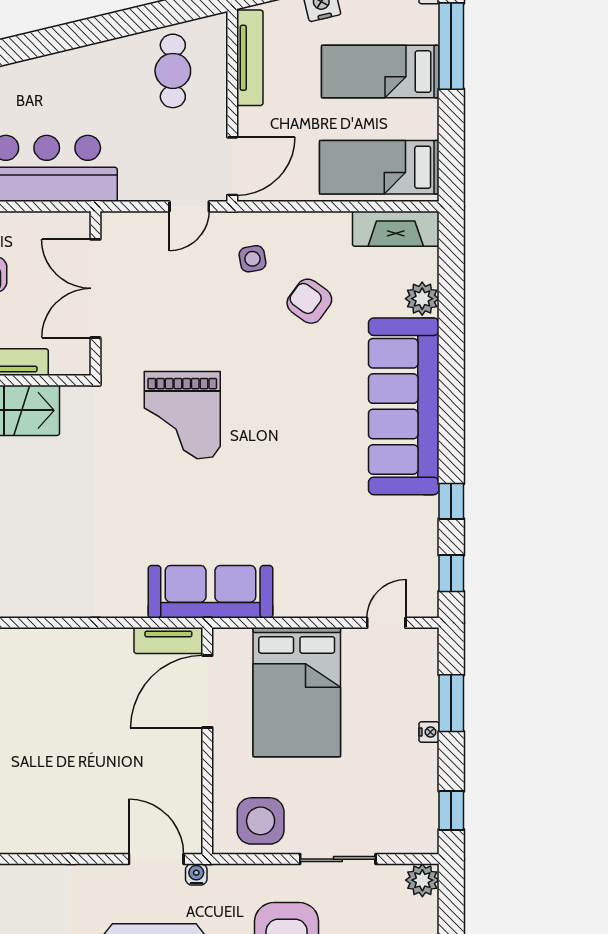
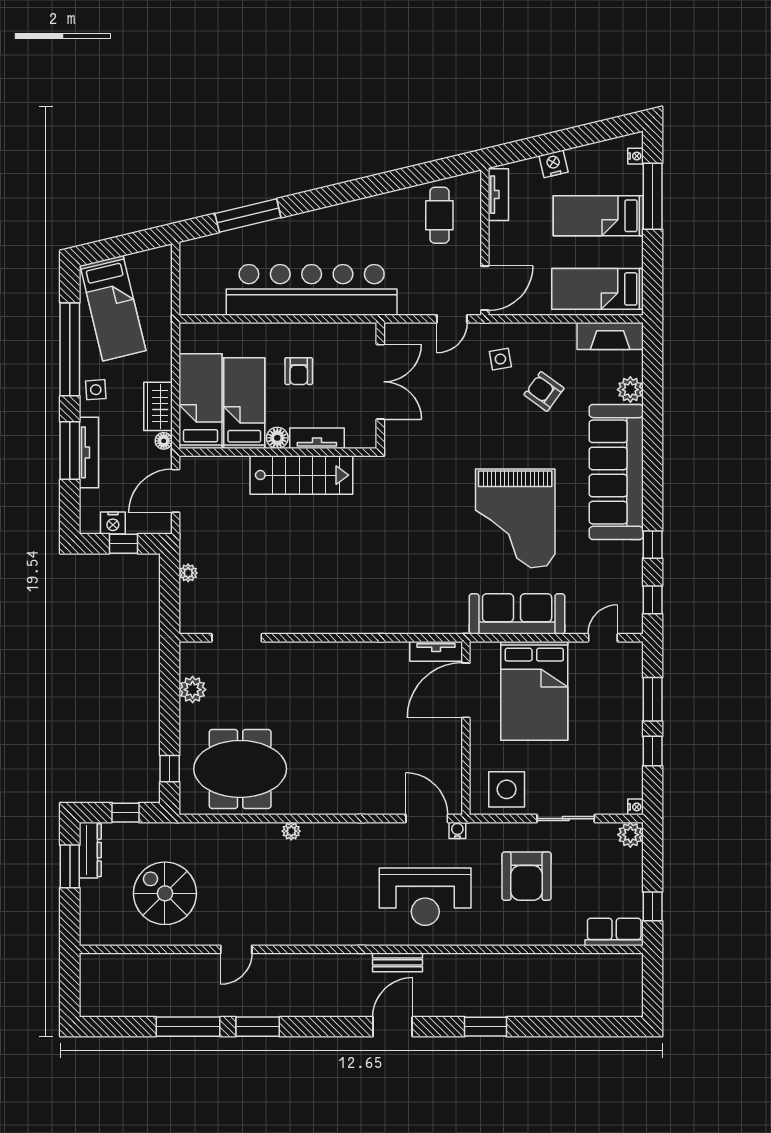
tv unit: (250, 58) -> (498, 195), width x0.71
double door: (95, 288) -> (380, 382), swing flipped
grand piano: (182, 415) -> (515, 518), moved, width x1.37, depth x1.48
sofa: (210, 592) -> (517, 614), moved
nightstand: (429, 732) -> (636, 807), moved
window: (451, 810) -> (653, 751), moved

